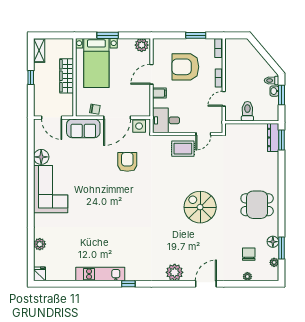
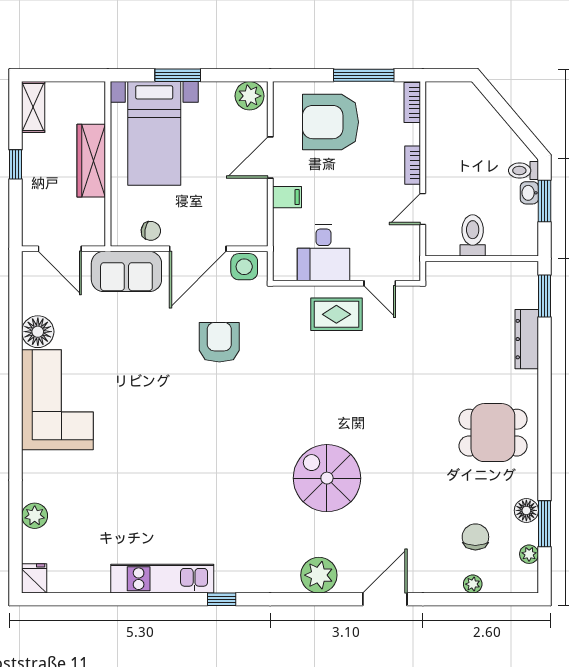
window: (196, 35) -> (364, 75), width x1.44
armchair: (185, 67) -> (331, 122), moved
desk: (166, 120) -> (323, 253), moved, turned -90
door: (203, 134) -> (380, 283), hinge flipped
dresser: (273, 137) -> (527, 339), moved
spiral stairs: (200, 207) -> (327, 478), moved

